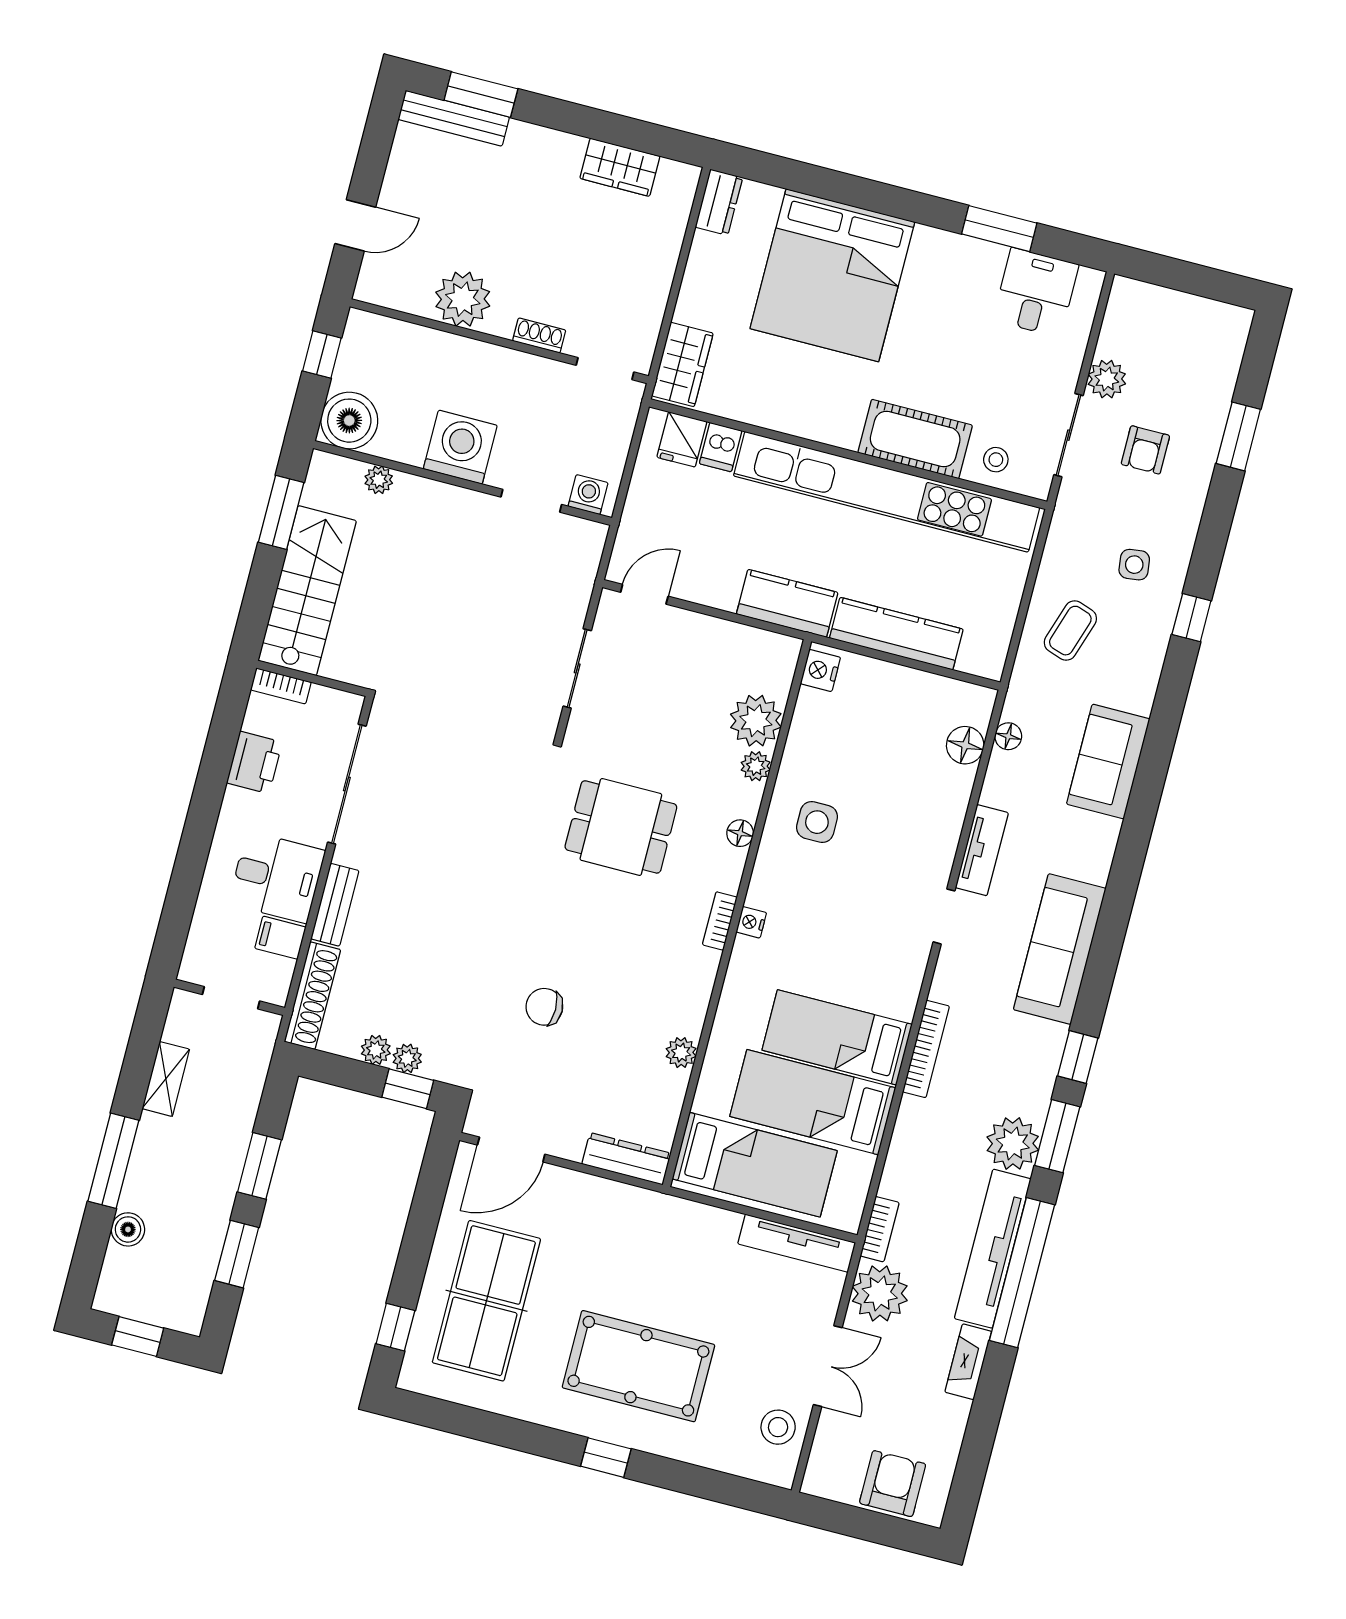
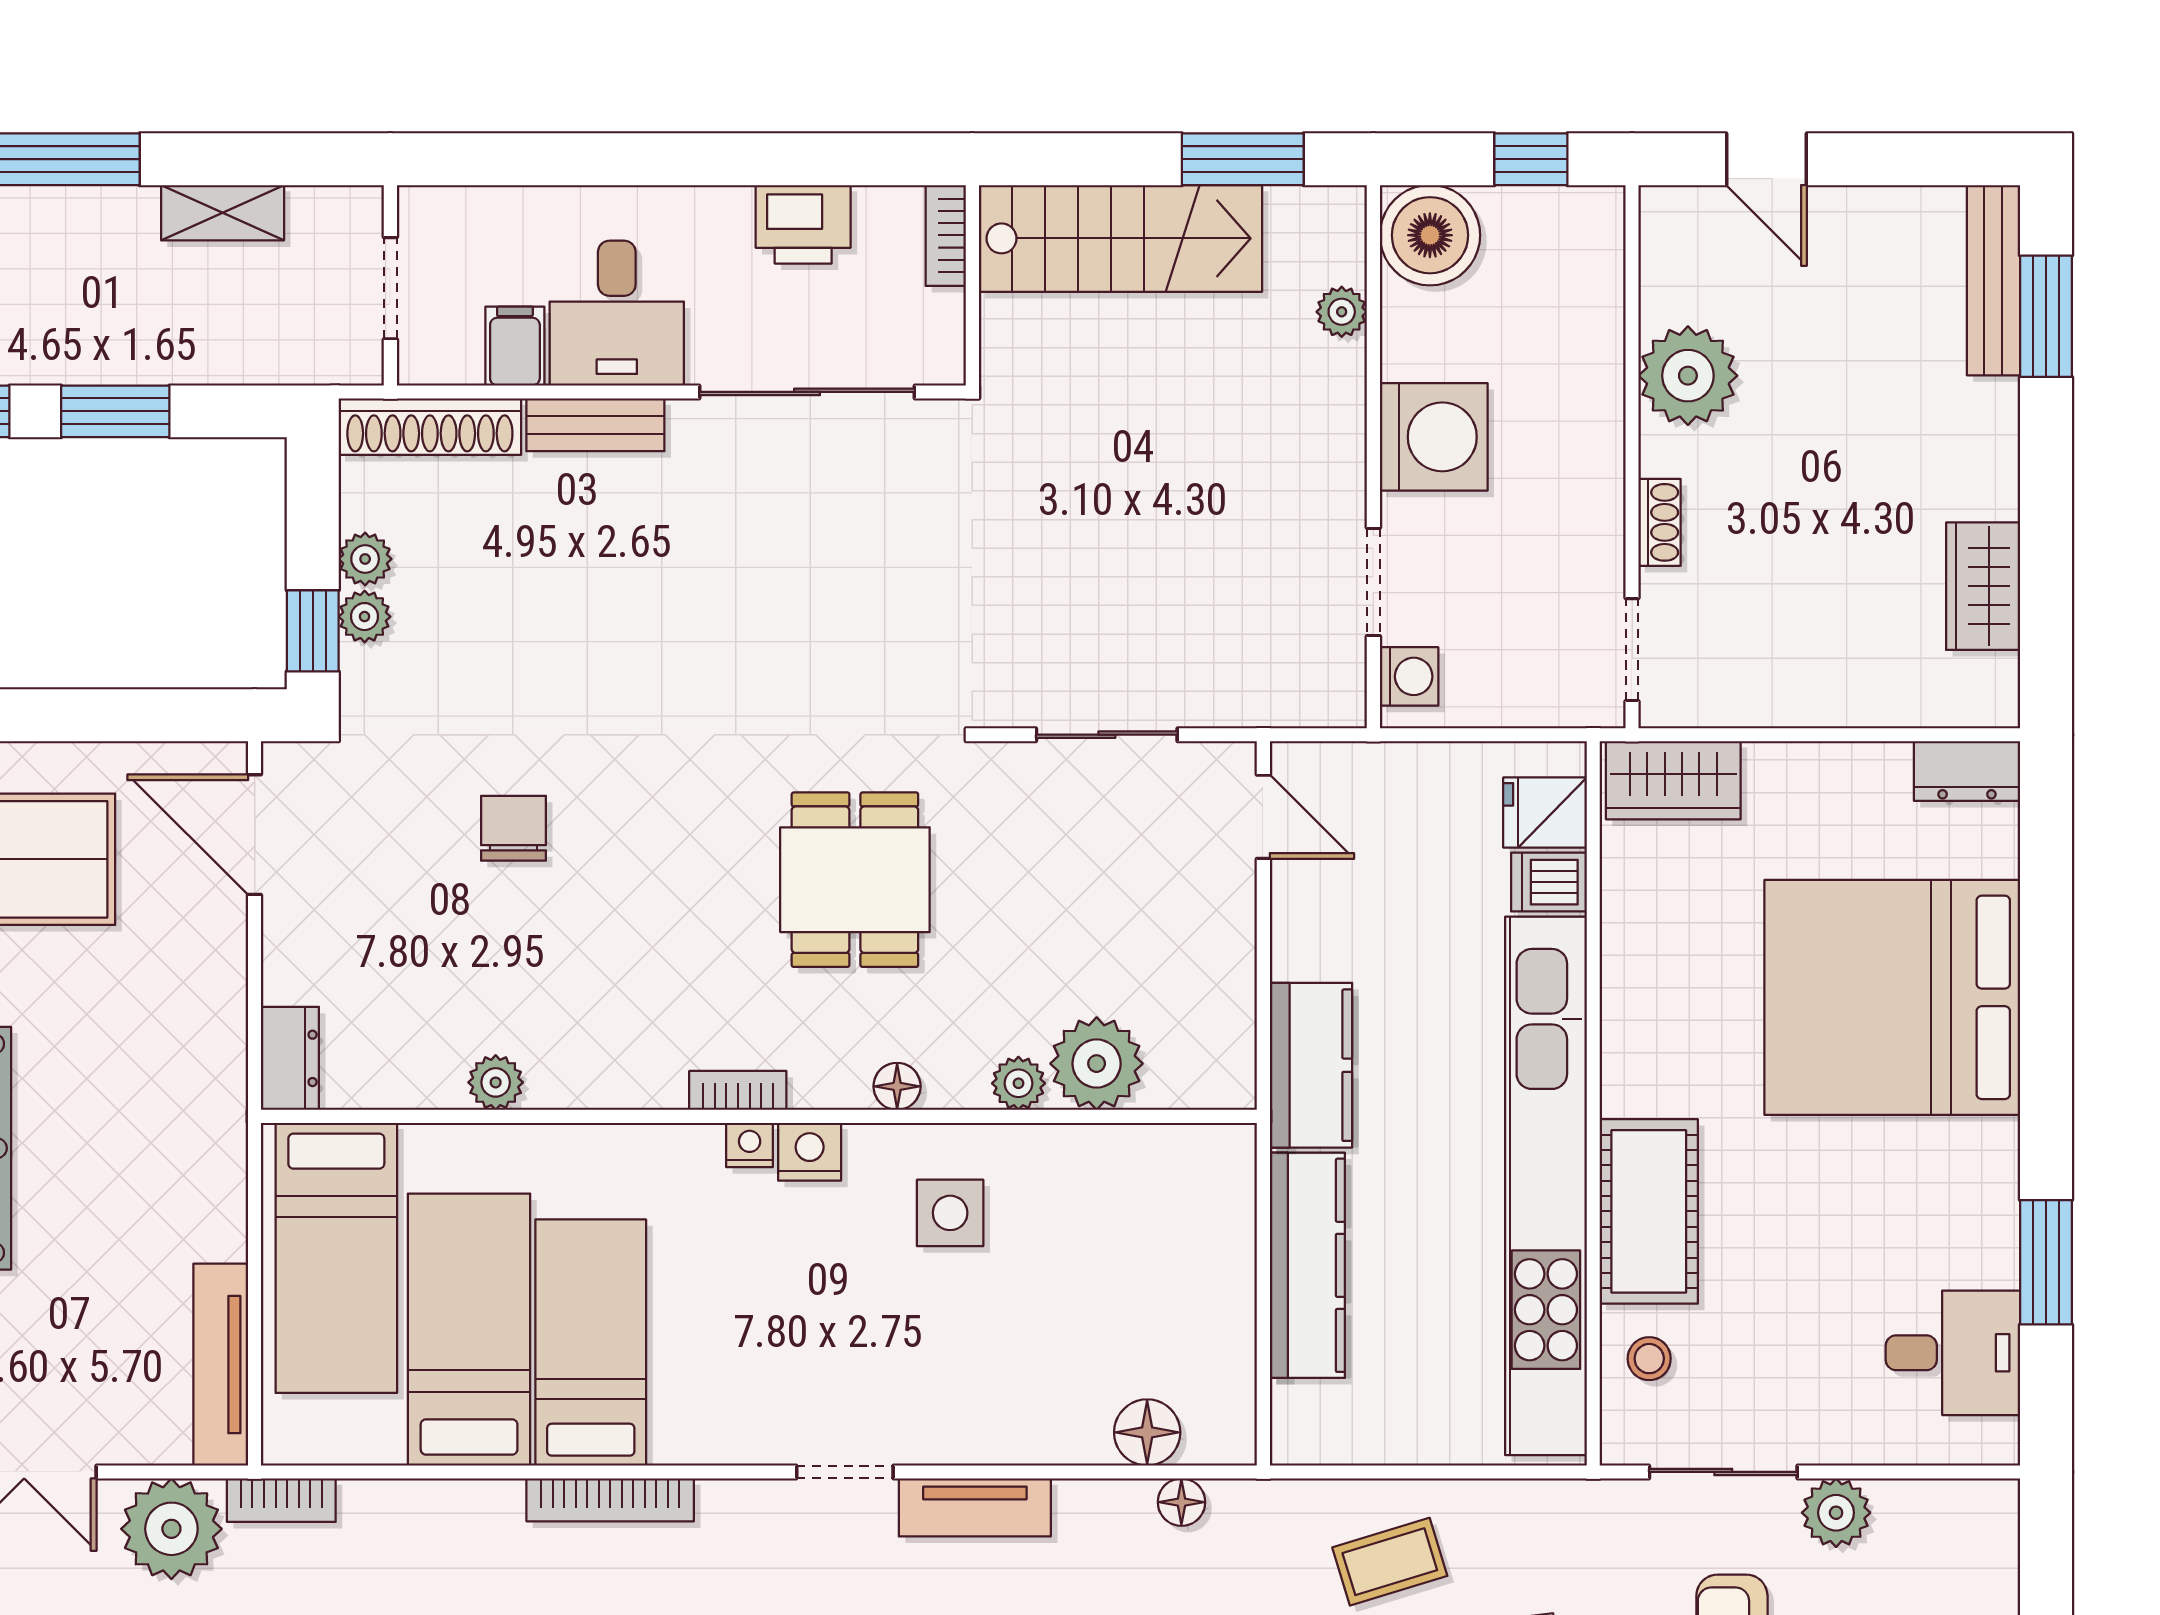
coffee table: (1070, 631) -> (1390, 1562), turned -35
nightstand: (820, 670) -> (810, 1152), moved
dresser: (626, 1159) -> (290, 1058), width x0.70

